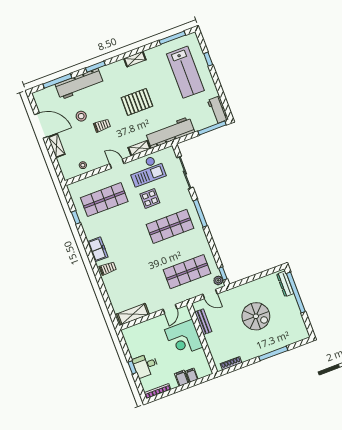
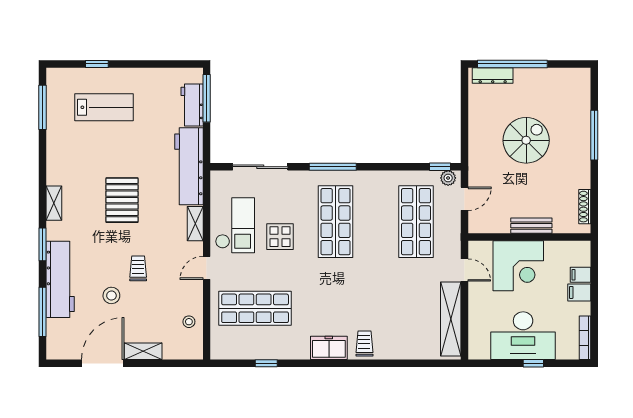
shelving: (135, 59) -> (54, 203), moved
lab bench: (185, 72) -> (104, 107), width x0.73, depth x0.72
workbench: (218, 110) -> (192, 105), moved, turned 90
shop shelf: (104, 200) -> (255, 308), turned 90
shelving: (133, 314) -> (451, 319), width x1.47
bench: (203, 322) -> (531, 226), moved
desk: (146, 365) -> (523, 336), width x1.87, depth x1.30

